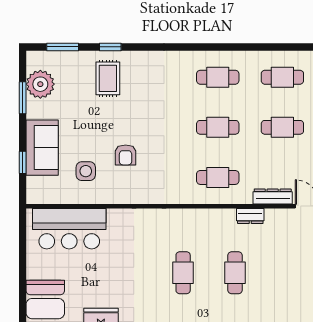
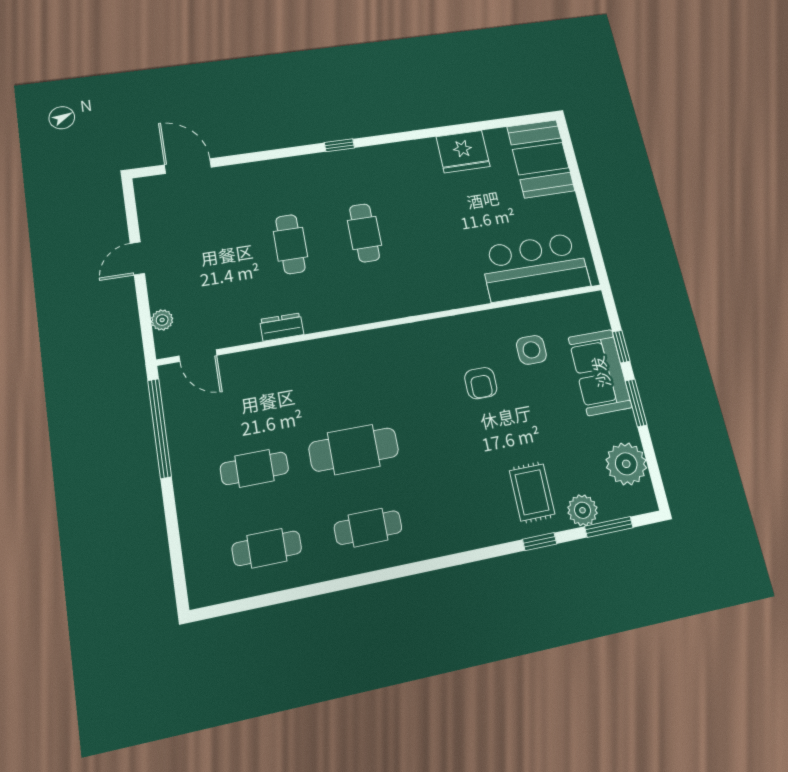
plant: (77, 61) -> (582, 510), added
window: (23, 98) -> (636, 403), moved
cafe table: (218, 127) -> (354, 449), width x1.37, depth x1.35
armchair: (126, 155) -> (481, 383), turned 180
cafe table: (218, 177) -> (340, 375), removed
dresser: (273, 197) -> (253, 361), removed

